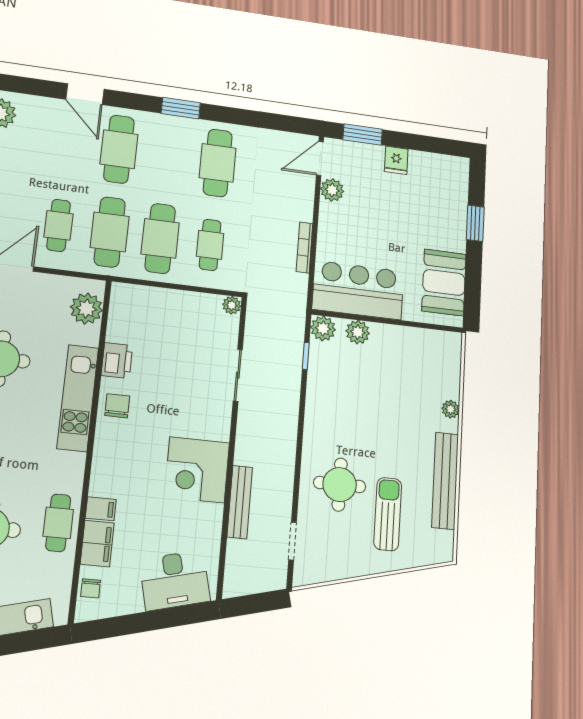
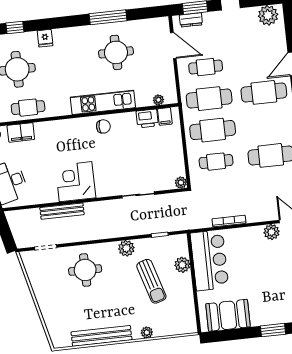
plant: (86, 309) -> (158, 100), width x0.53, depth x0.53
plant: (323, 328) -> (126, 248), moved
printer: (117, 360) -> (147, 118), moved
filing cabinet: (101, 509) -> (165, 116), moved
sun lounger: (388, 514) -> (151, 281), moved, turned 73

